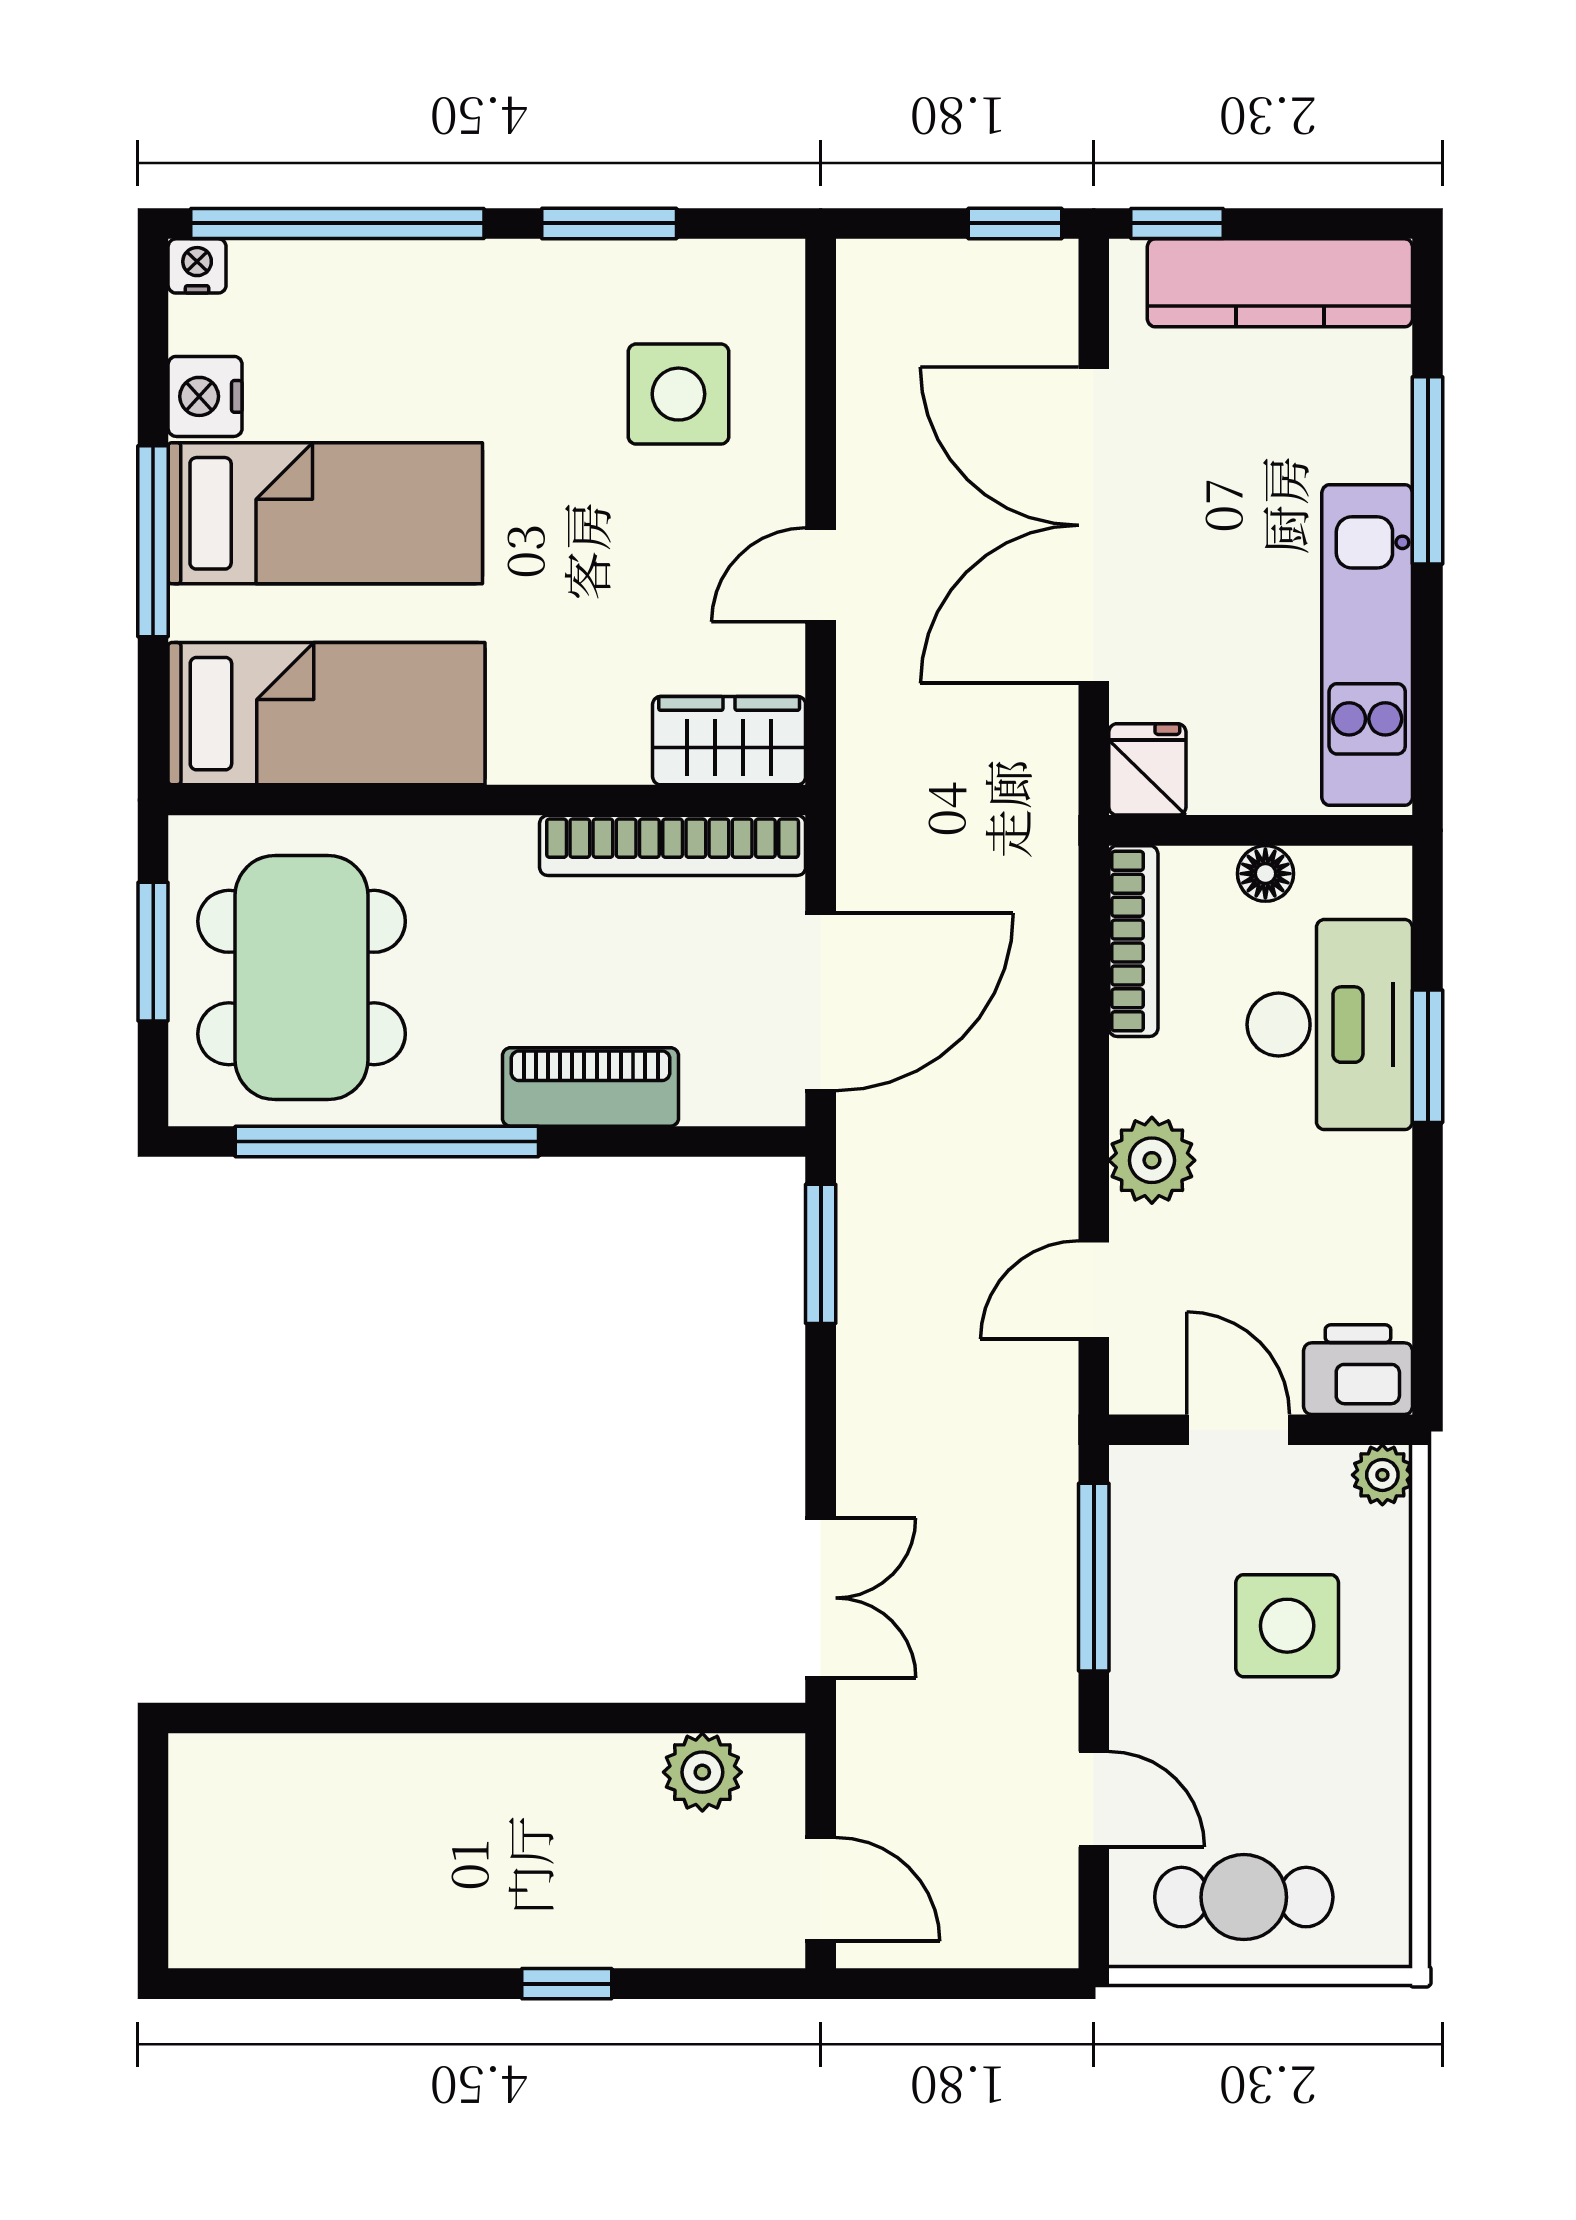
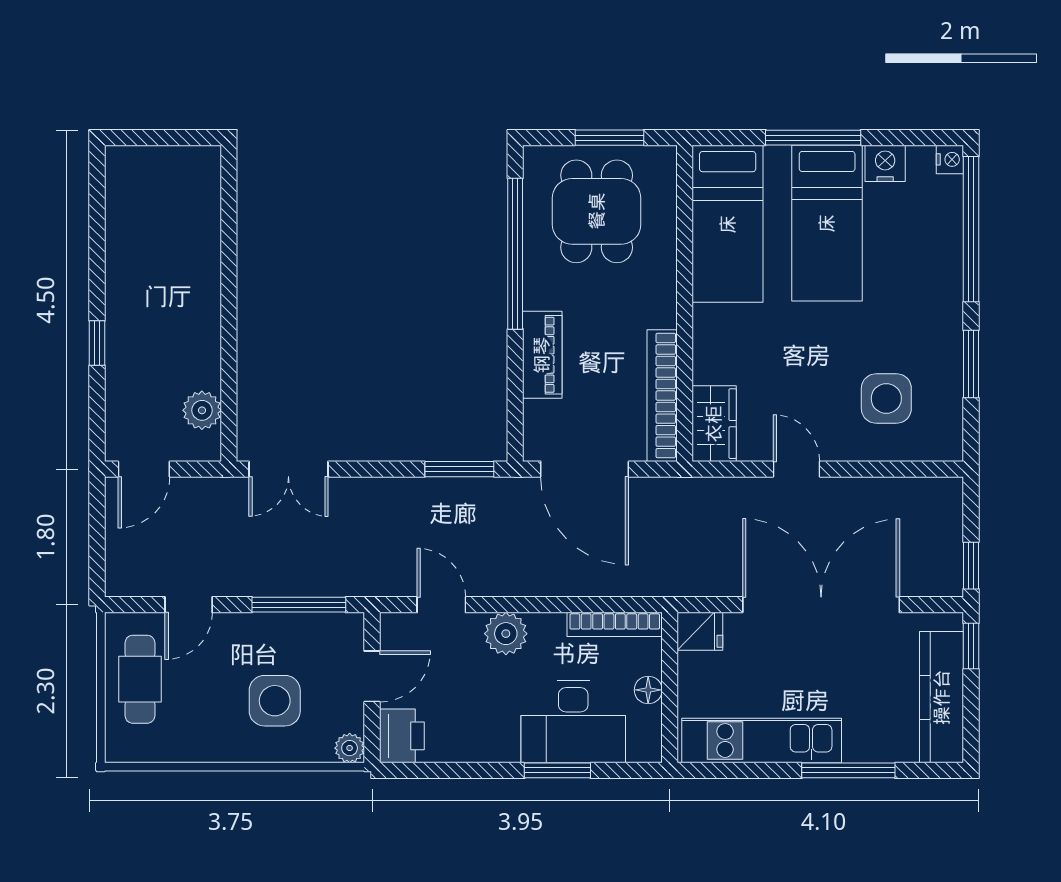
dining table: (302, 978) -> (597, 211), width x0.73

